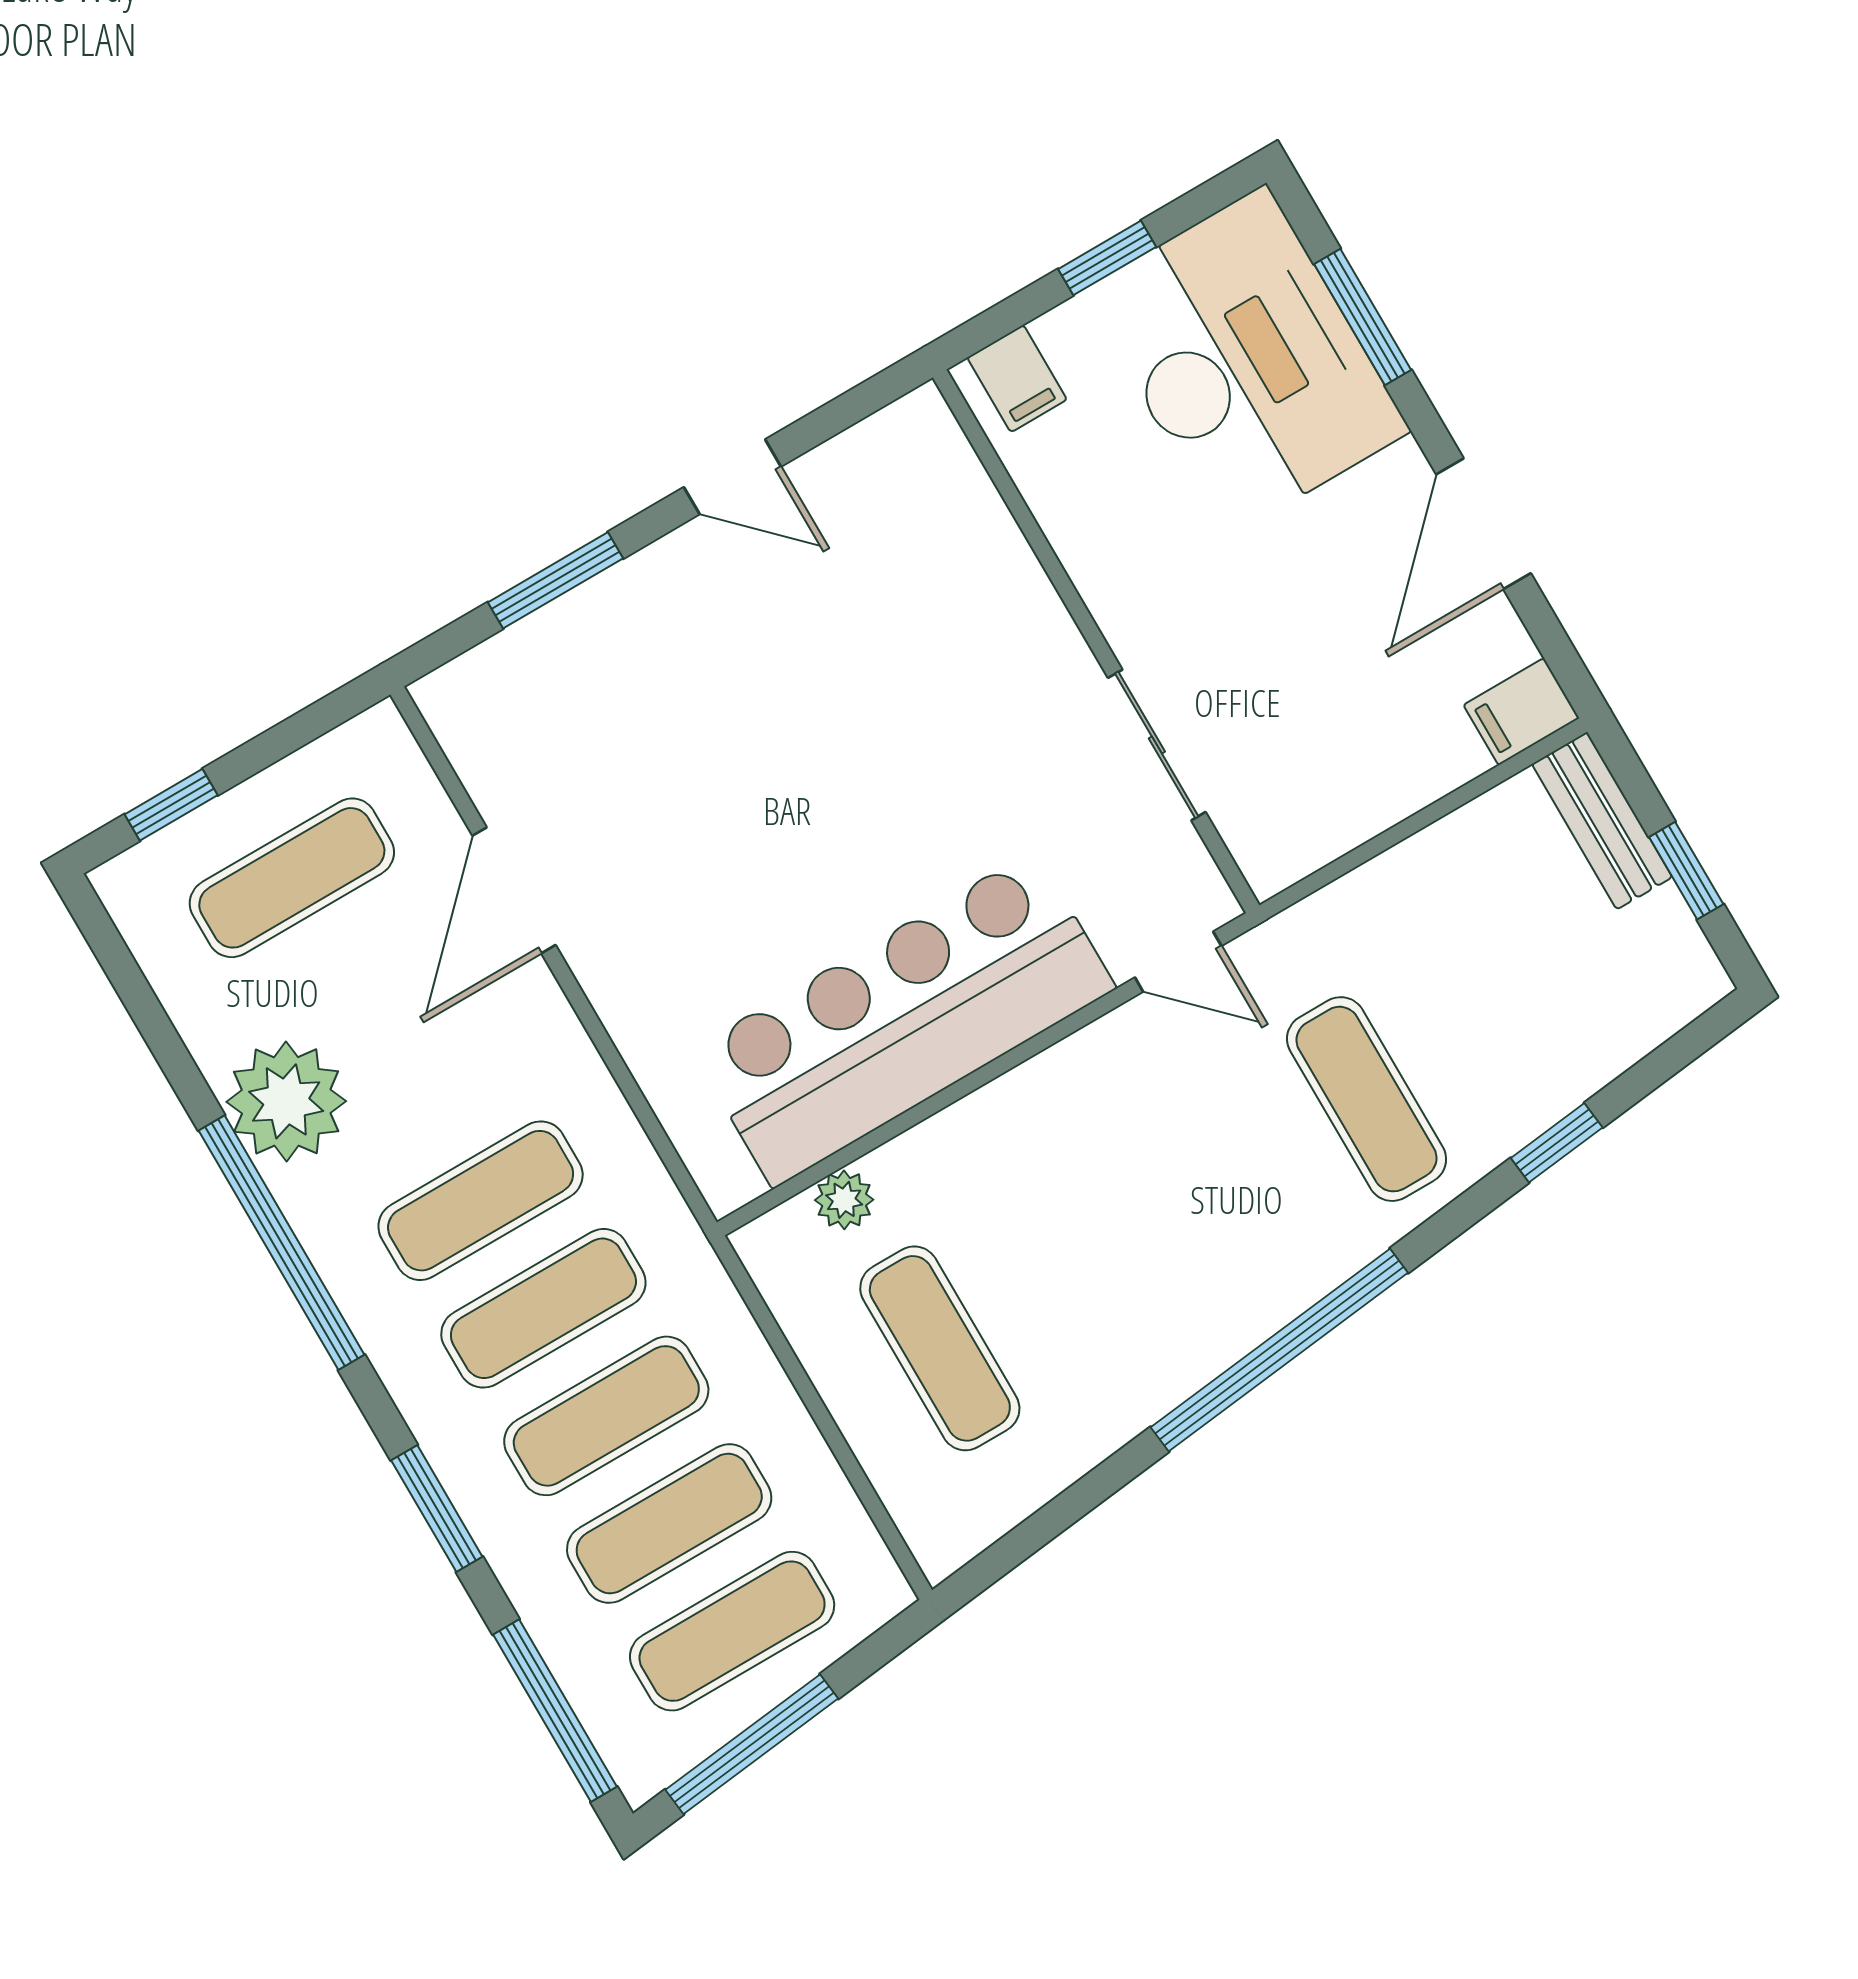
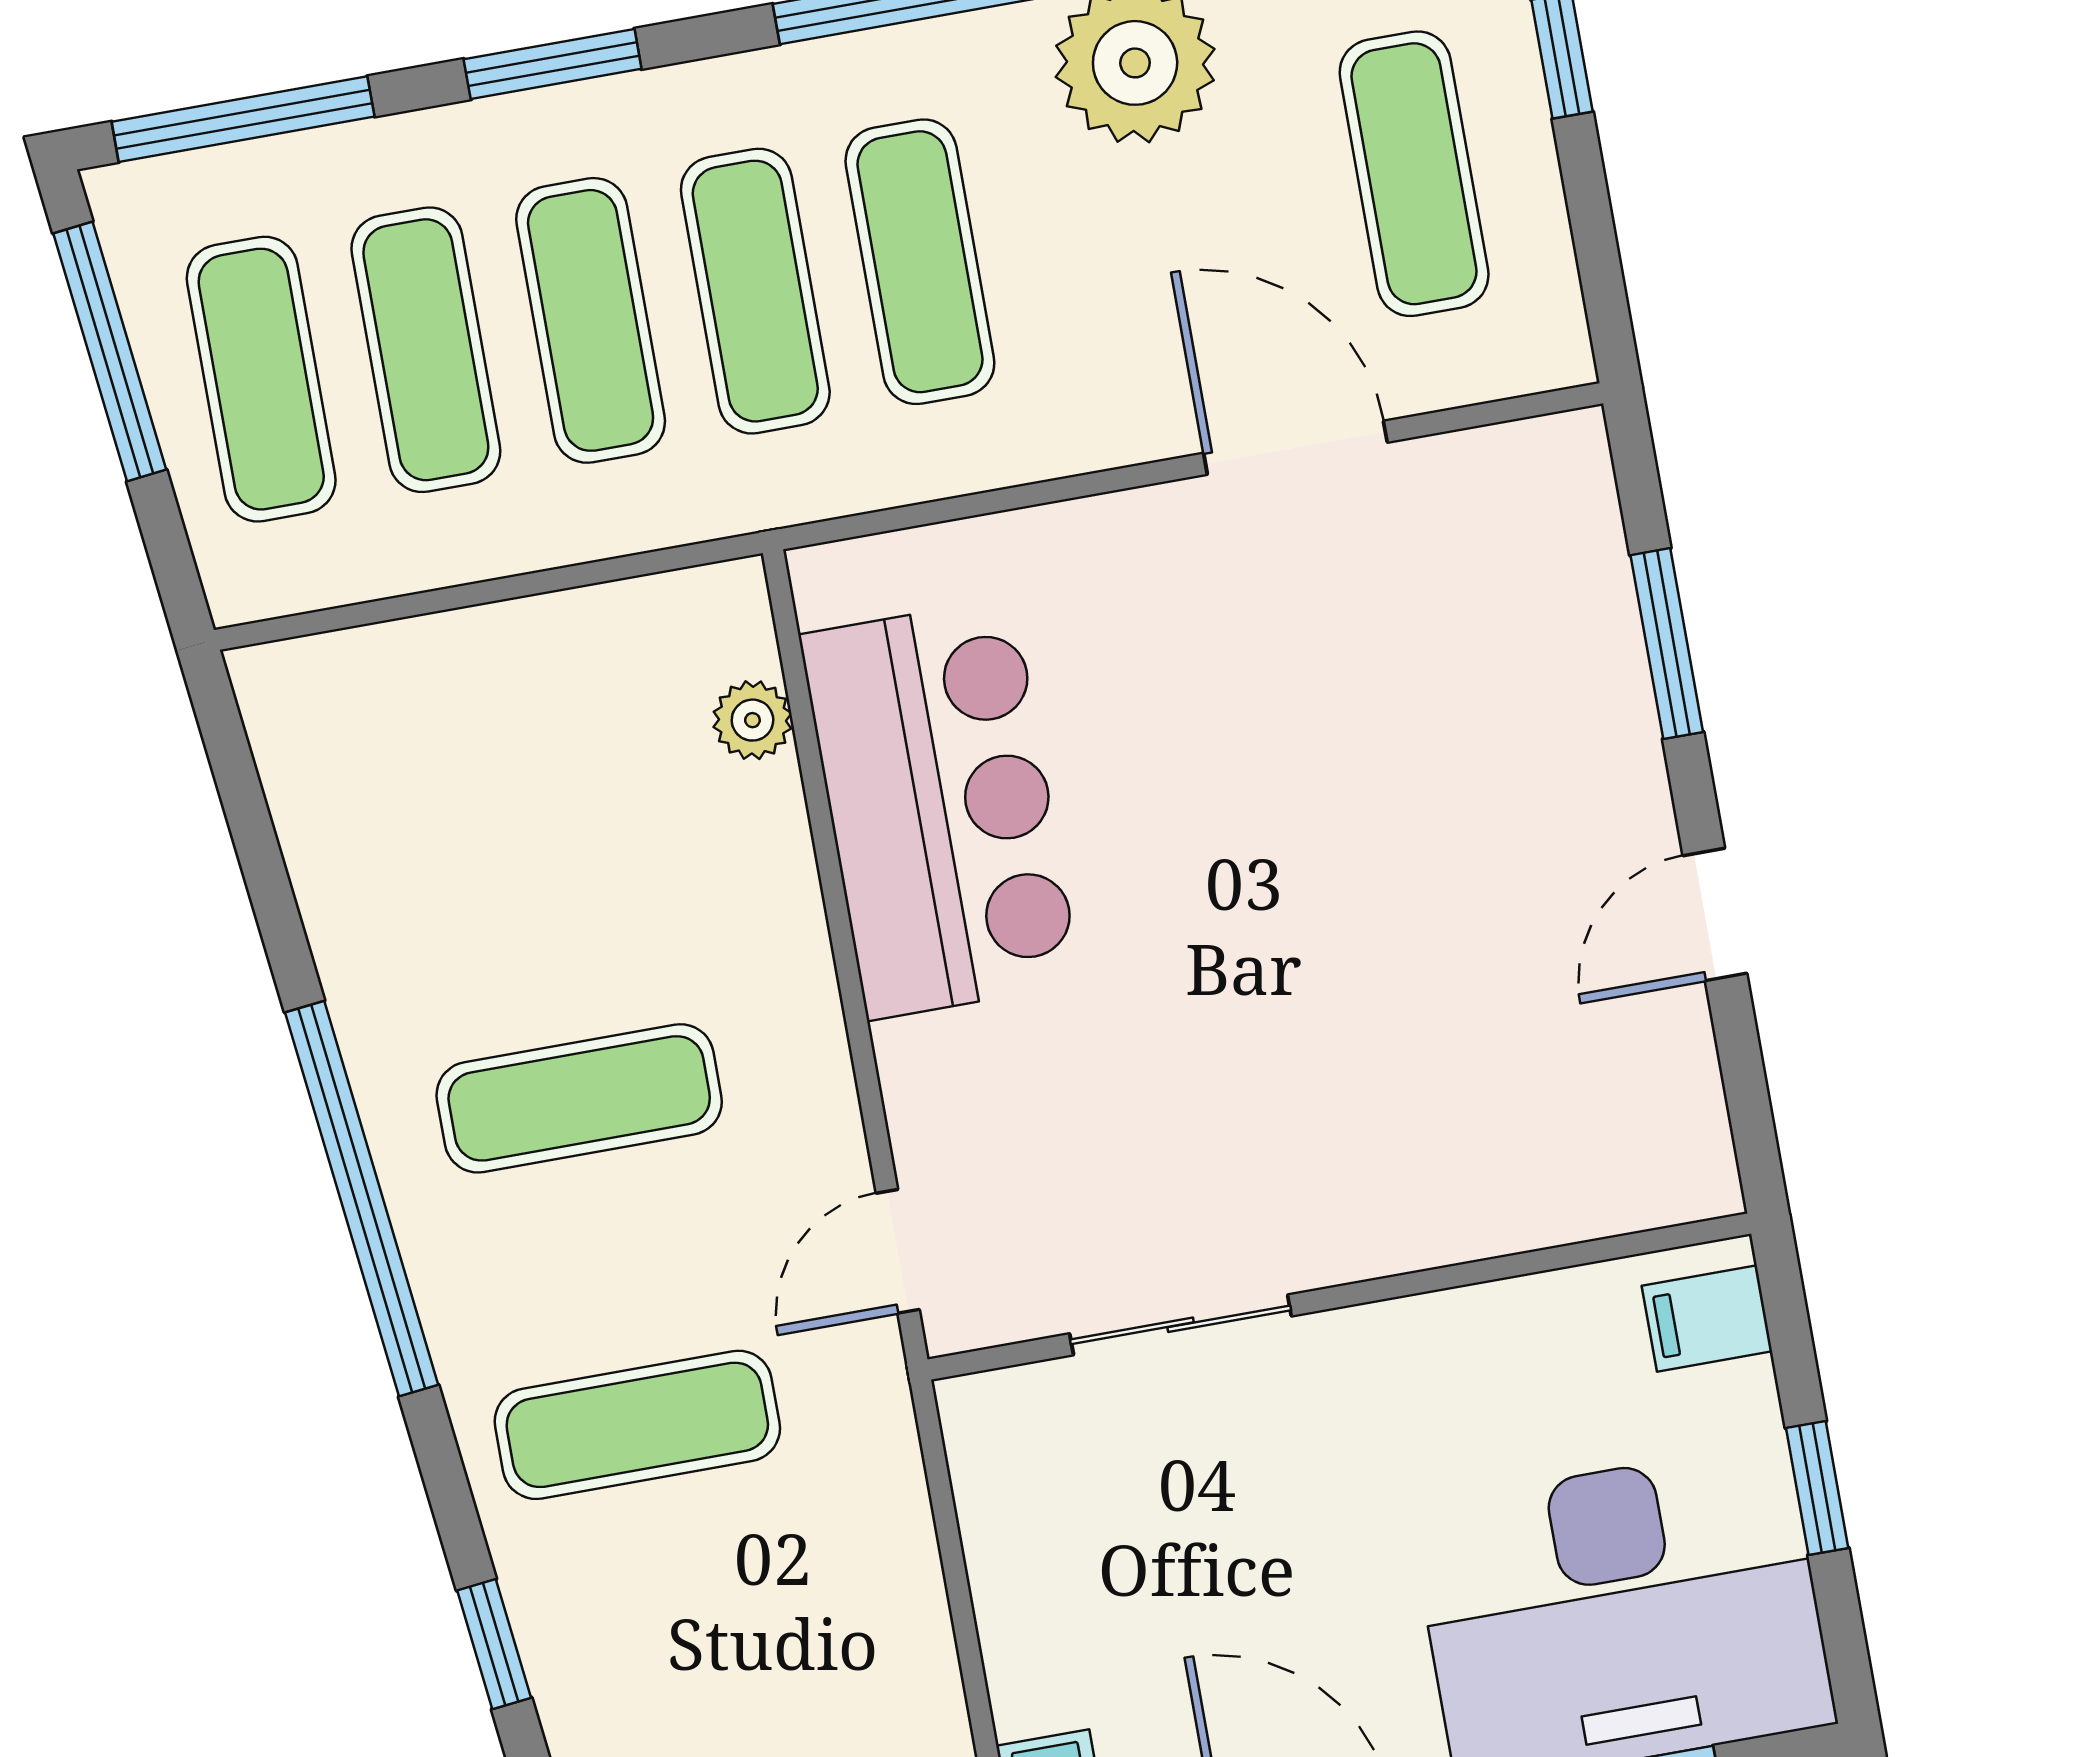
bar counter: (904, 1019) -> (940, 809), width x0.73
exercise mat: (940, 1348) -> (579, 1098), moved

